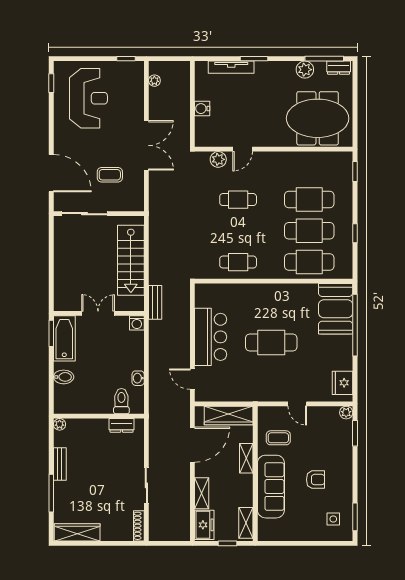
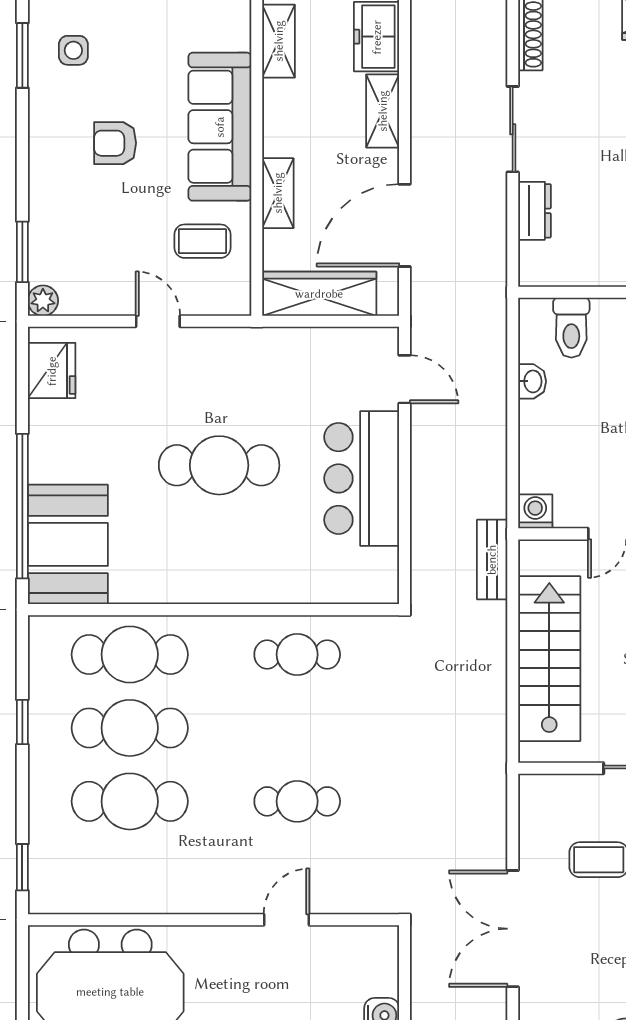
plant: (218, 159) -> (344, 896), removed
dresser: (122, 425) -> (534, 211), moved, turned 90

